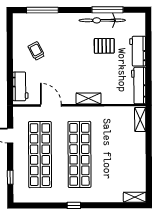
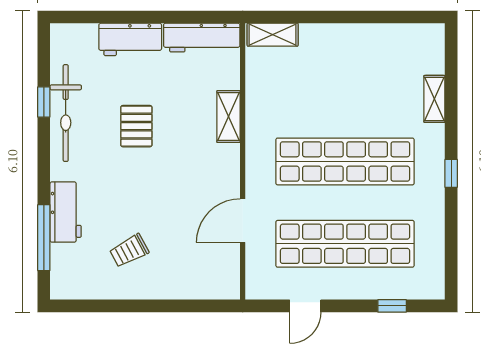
window: (107, 10) -> (44, 102), width x0.46
pallet: (104, 46) -> (136, 126), moved
workbench: (20, 86) -> (66, 212), moved, turned 90
shelving: (88, 98) -> (228, 117), moved
shelving: (135, 197) -> (434, 99), moved

